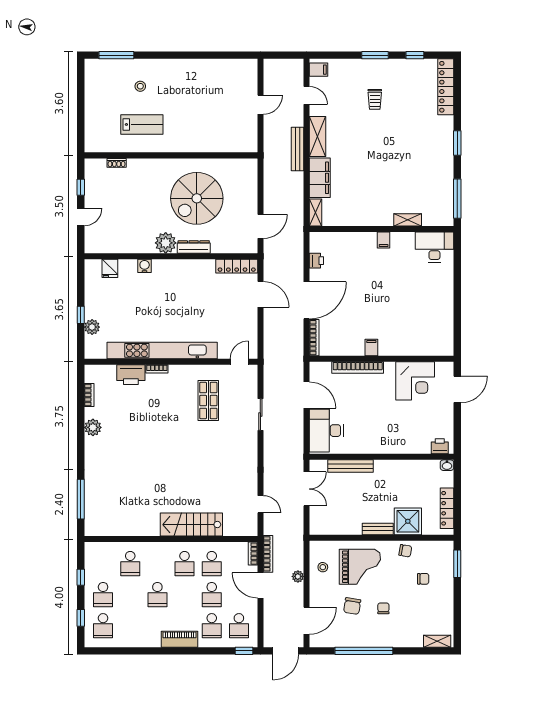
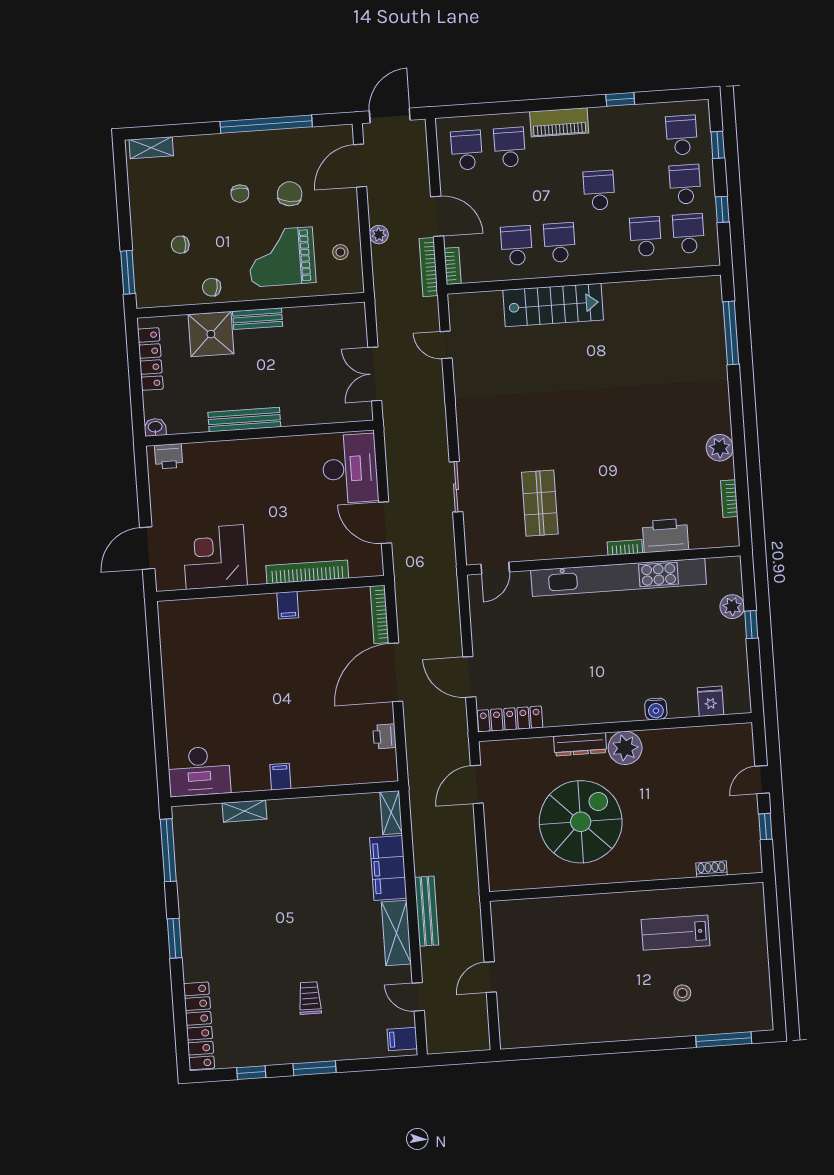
bench: (350, 466) -> (244, 420), moved
school desk: (212, 595) -> (689, 234), moved
window: (244, 651) -> (620, 99), moved

